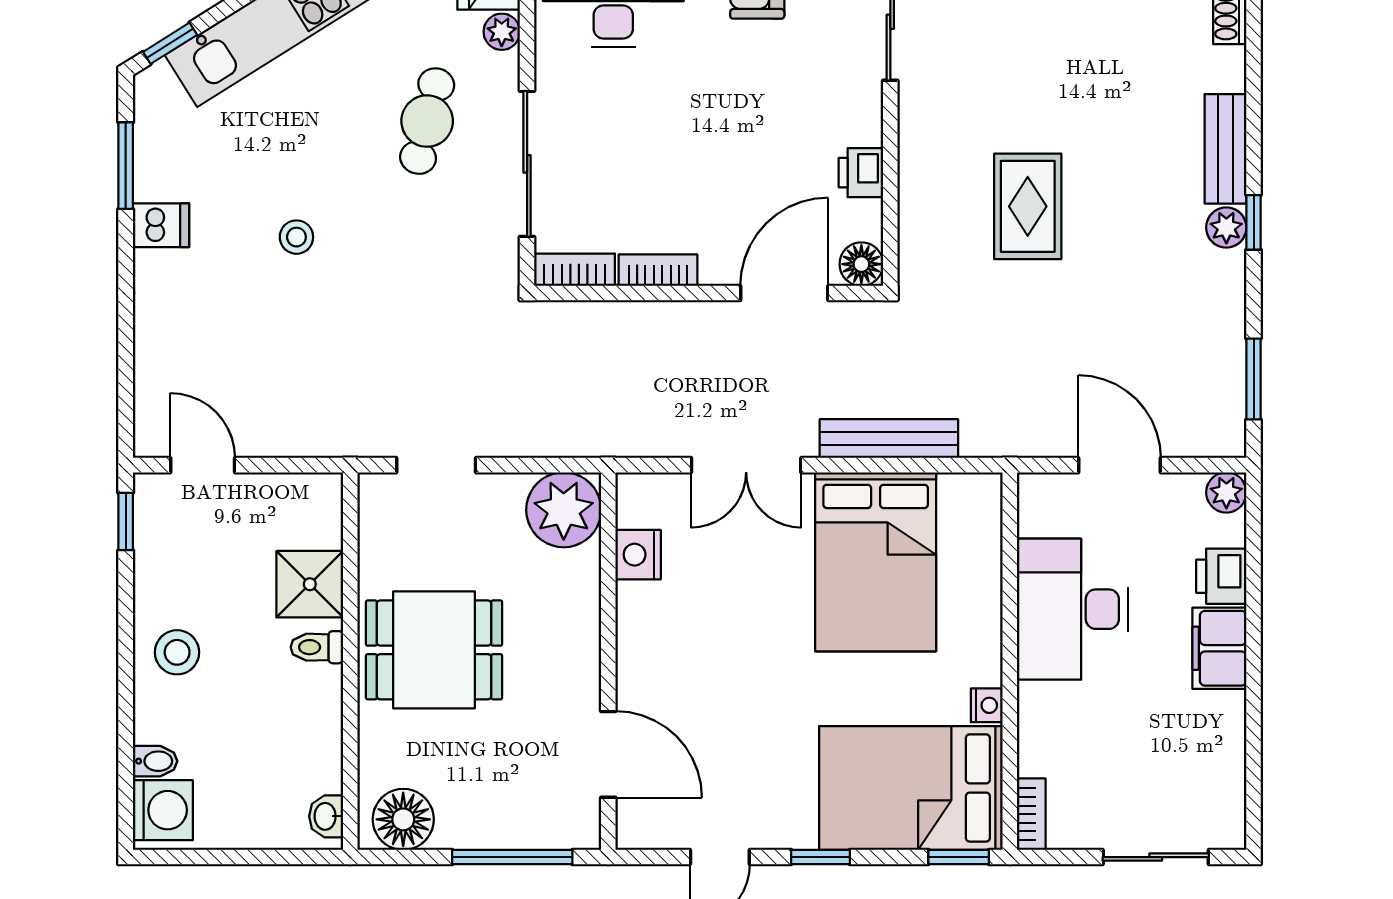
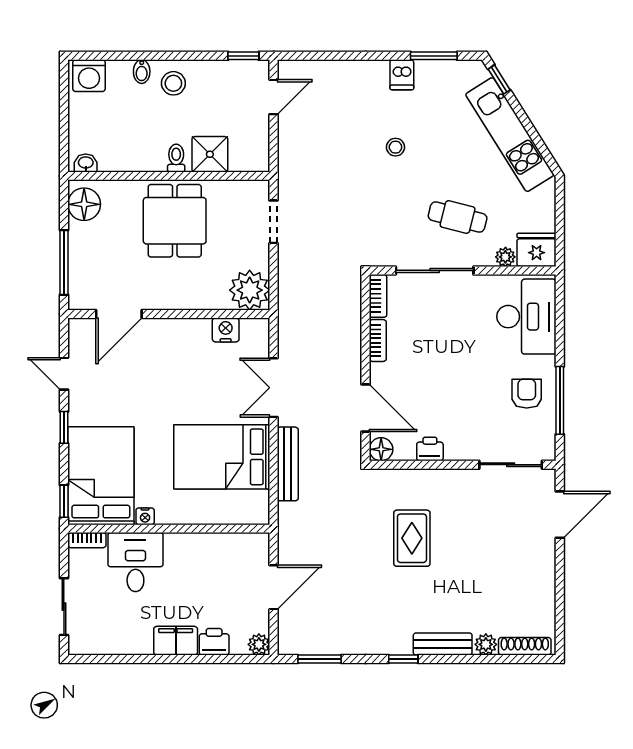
rug: (1028, 206) -> (412, 538), turned 90
plant: (1226, 227) -> (486, 644), moved
desk: (1072, 609) -> (135, 562), moved, width x0.73
bidet: (155, 761) -> (142, 72), moved

